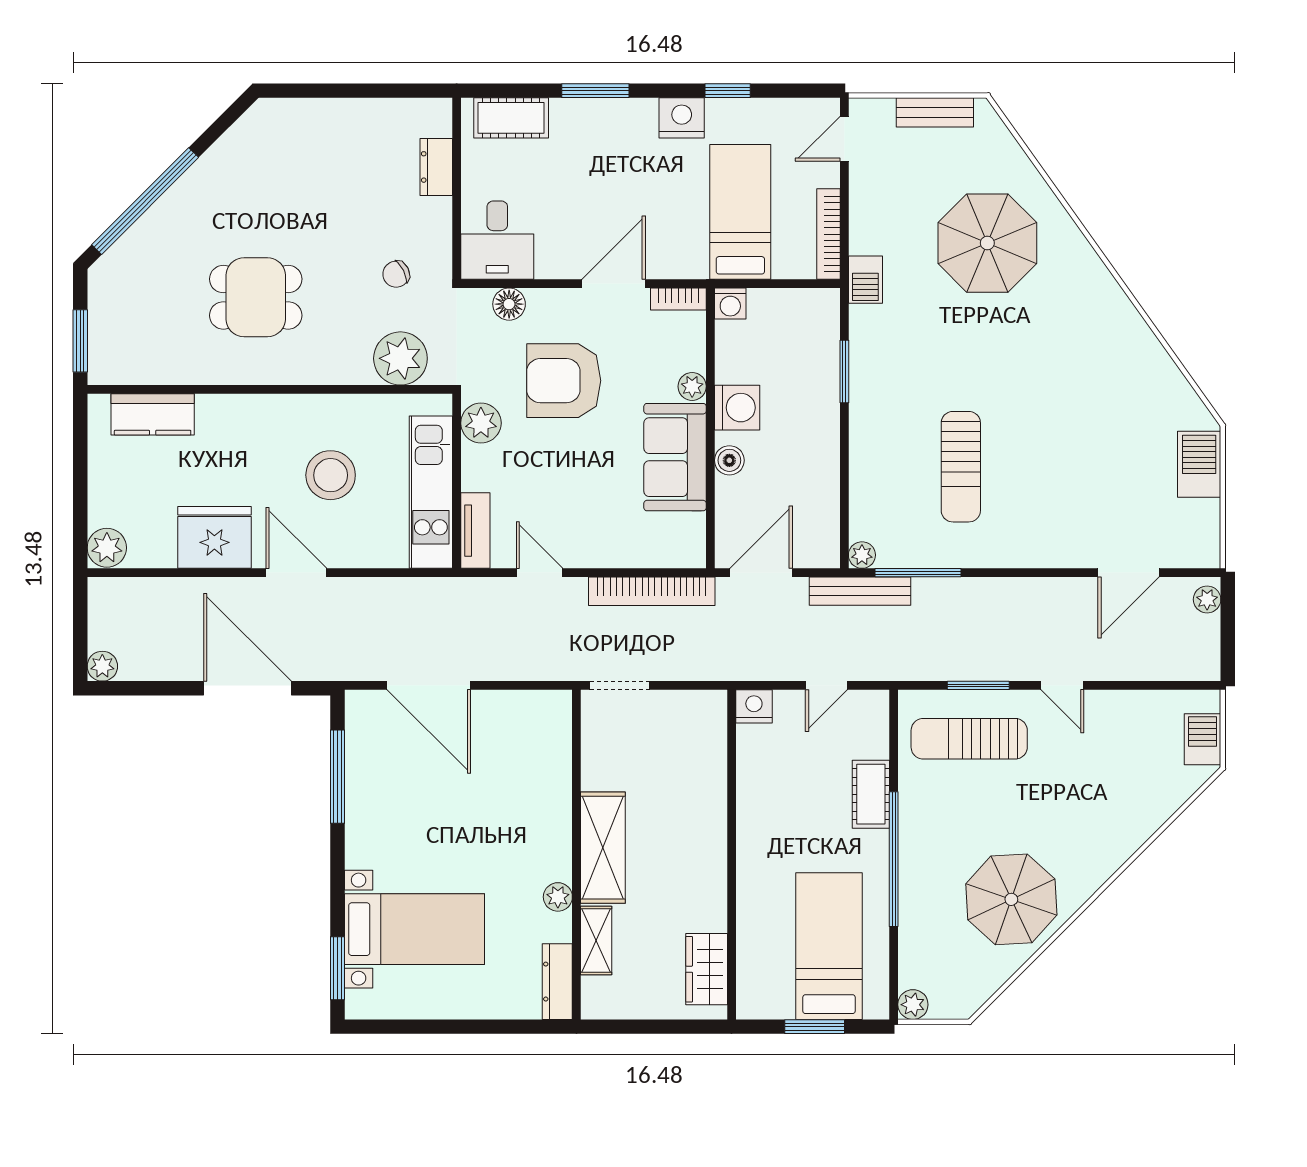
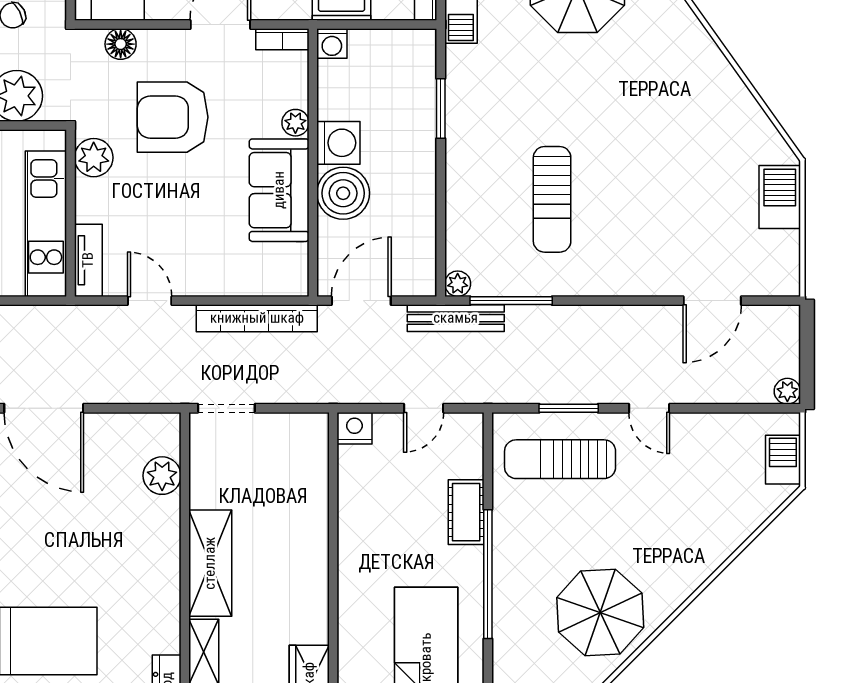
boiler: (729, 460) -> (343, 193), width x1.86, depth x1.86
plant: (1207, 599) -> (787, 391), moved
plant: (558, 897) -> (162, 476), moved, width x1.38, depth x1.38

